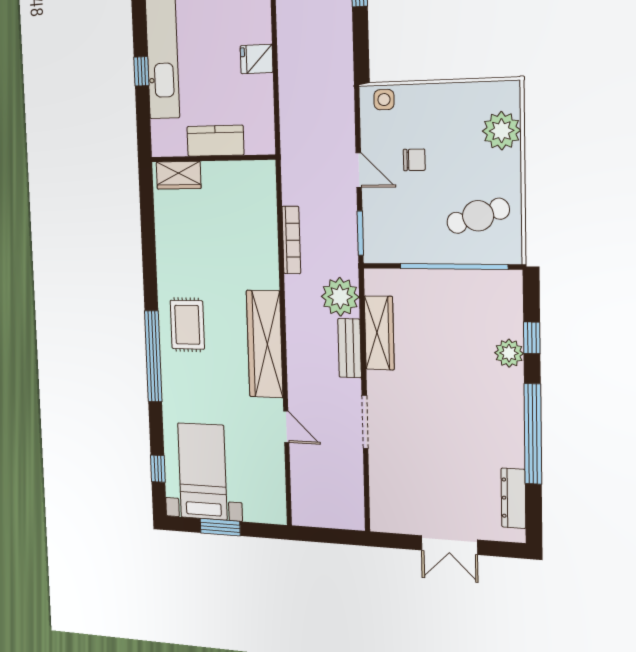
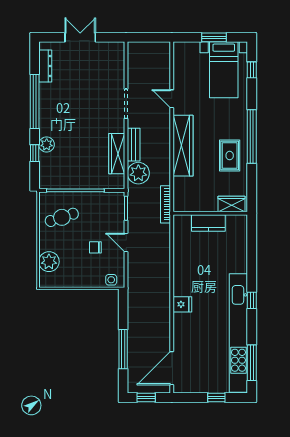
kitchen counter: (215, 141) -> (208, 223), moved
wall: (213, 158) -> (210, 213), moved
wardrobe: (179, 175) -> (231, 204), moved

